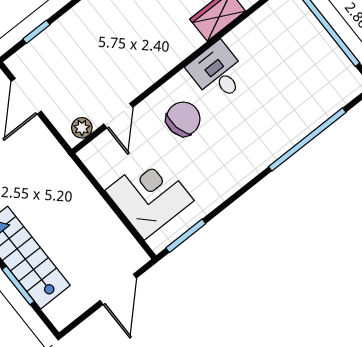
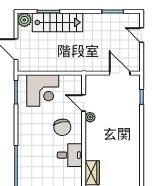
plant: (82, 128) -> (90, 117), moved
plant: (61, 313) -> (24, 20), added

